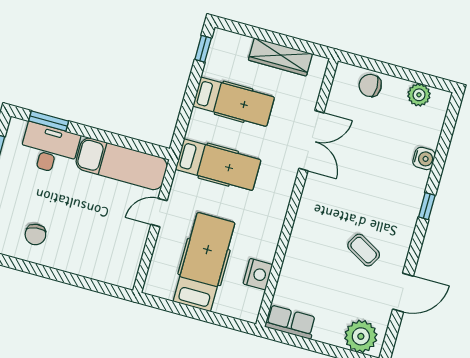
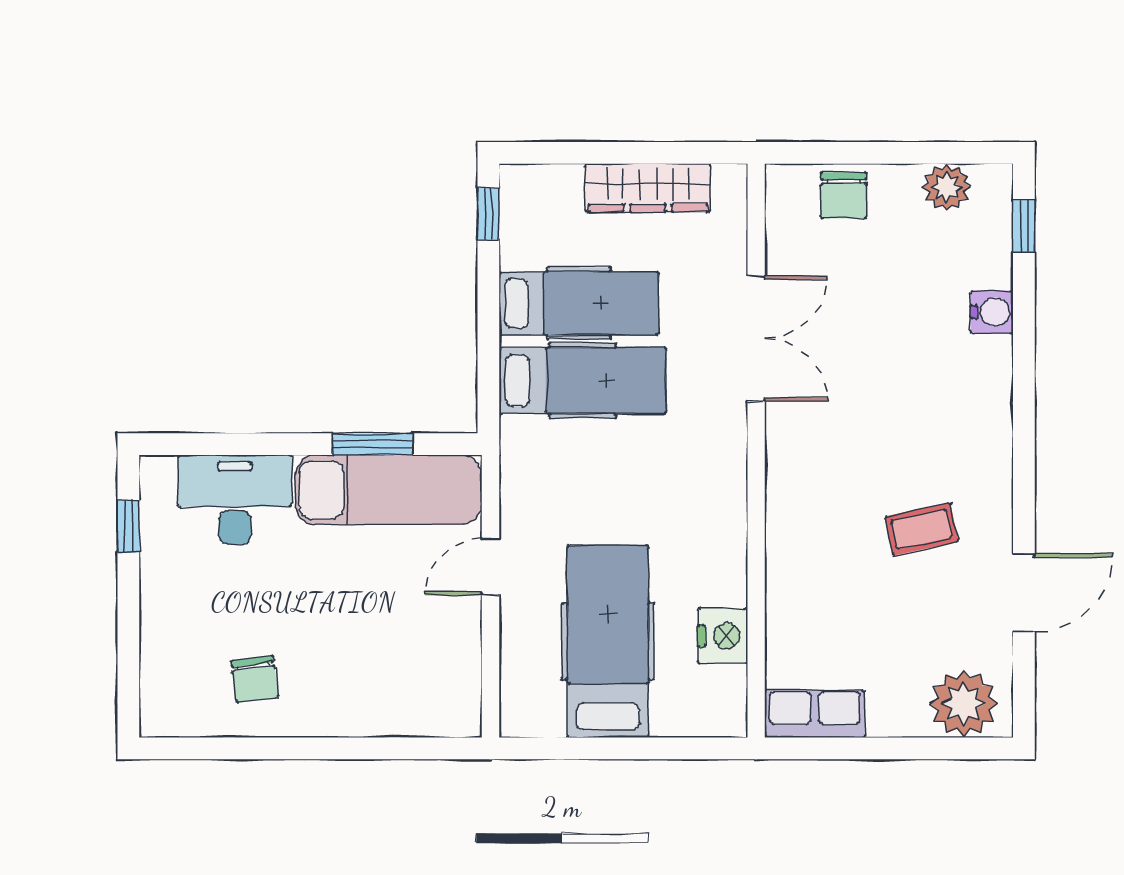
chair: (370, 85) -> (844, 195), turned -90
window: (49, 121) -> (372, 444), moved
hospital bed: (218, 165) -> (583, 381), moved
window: (427, 206) -> (1024, 226), moved
coffee table: (364, 250) -> (921, 529), turned -42

